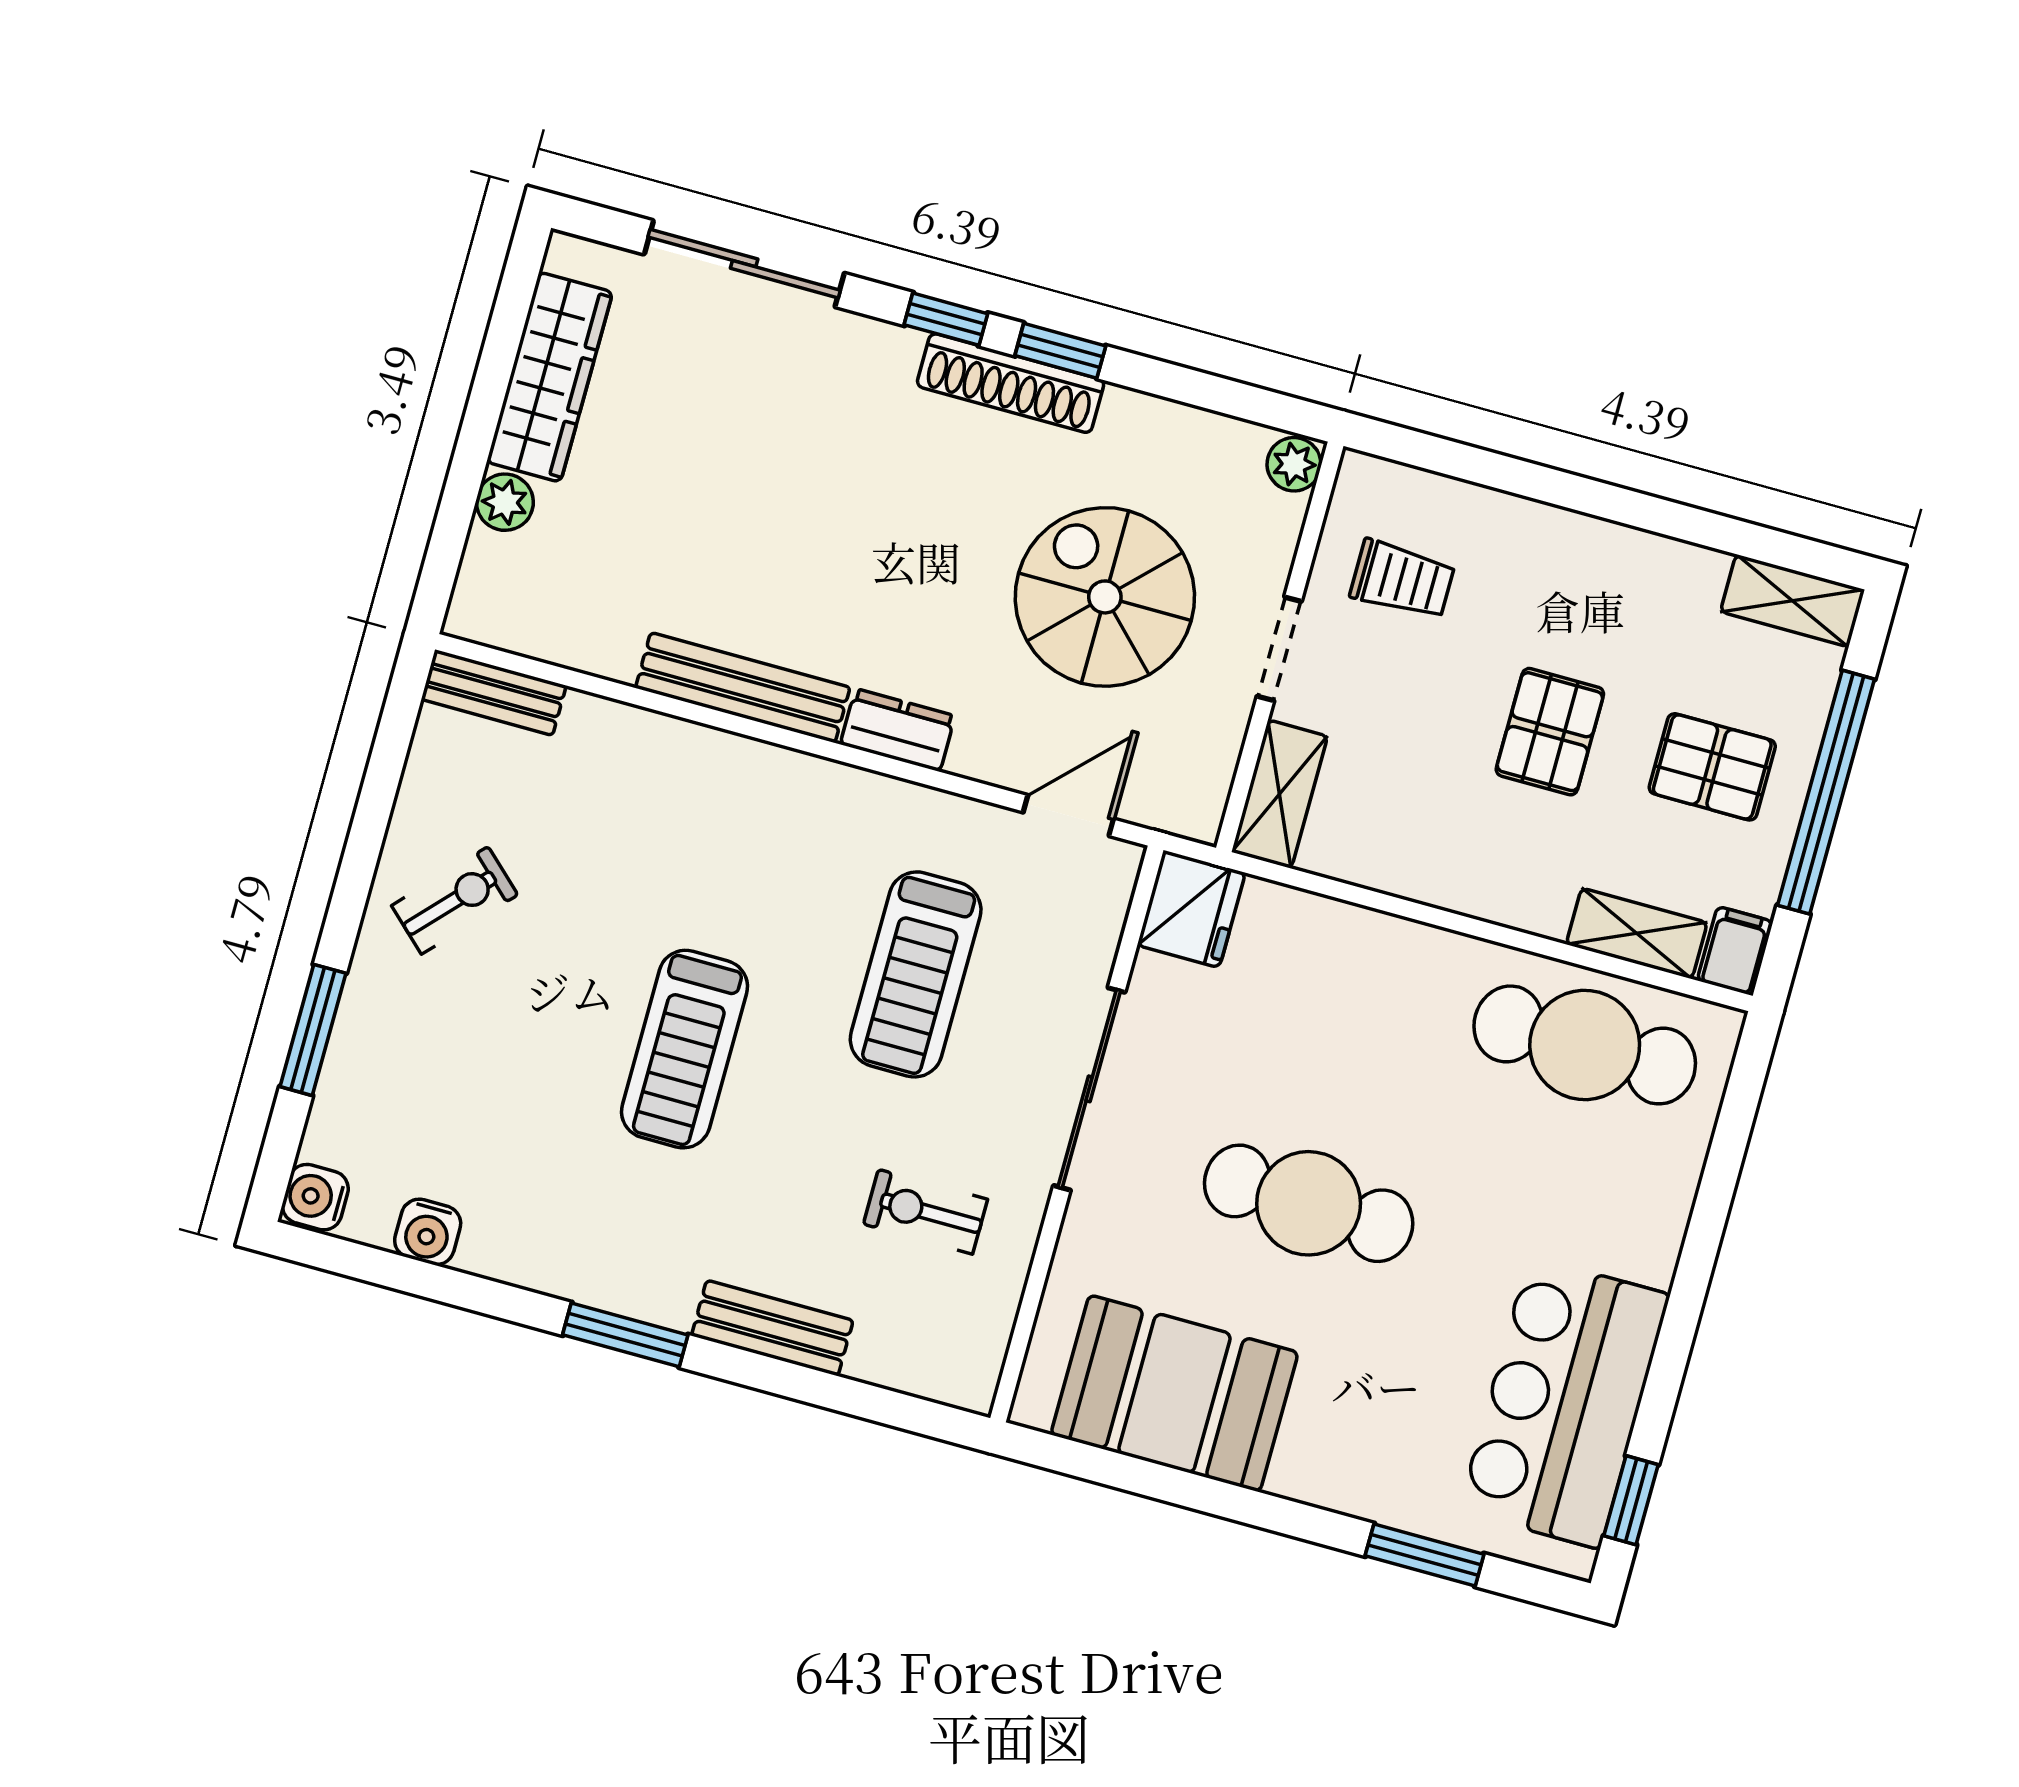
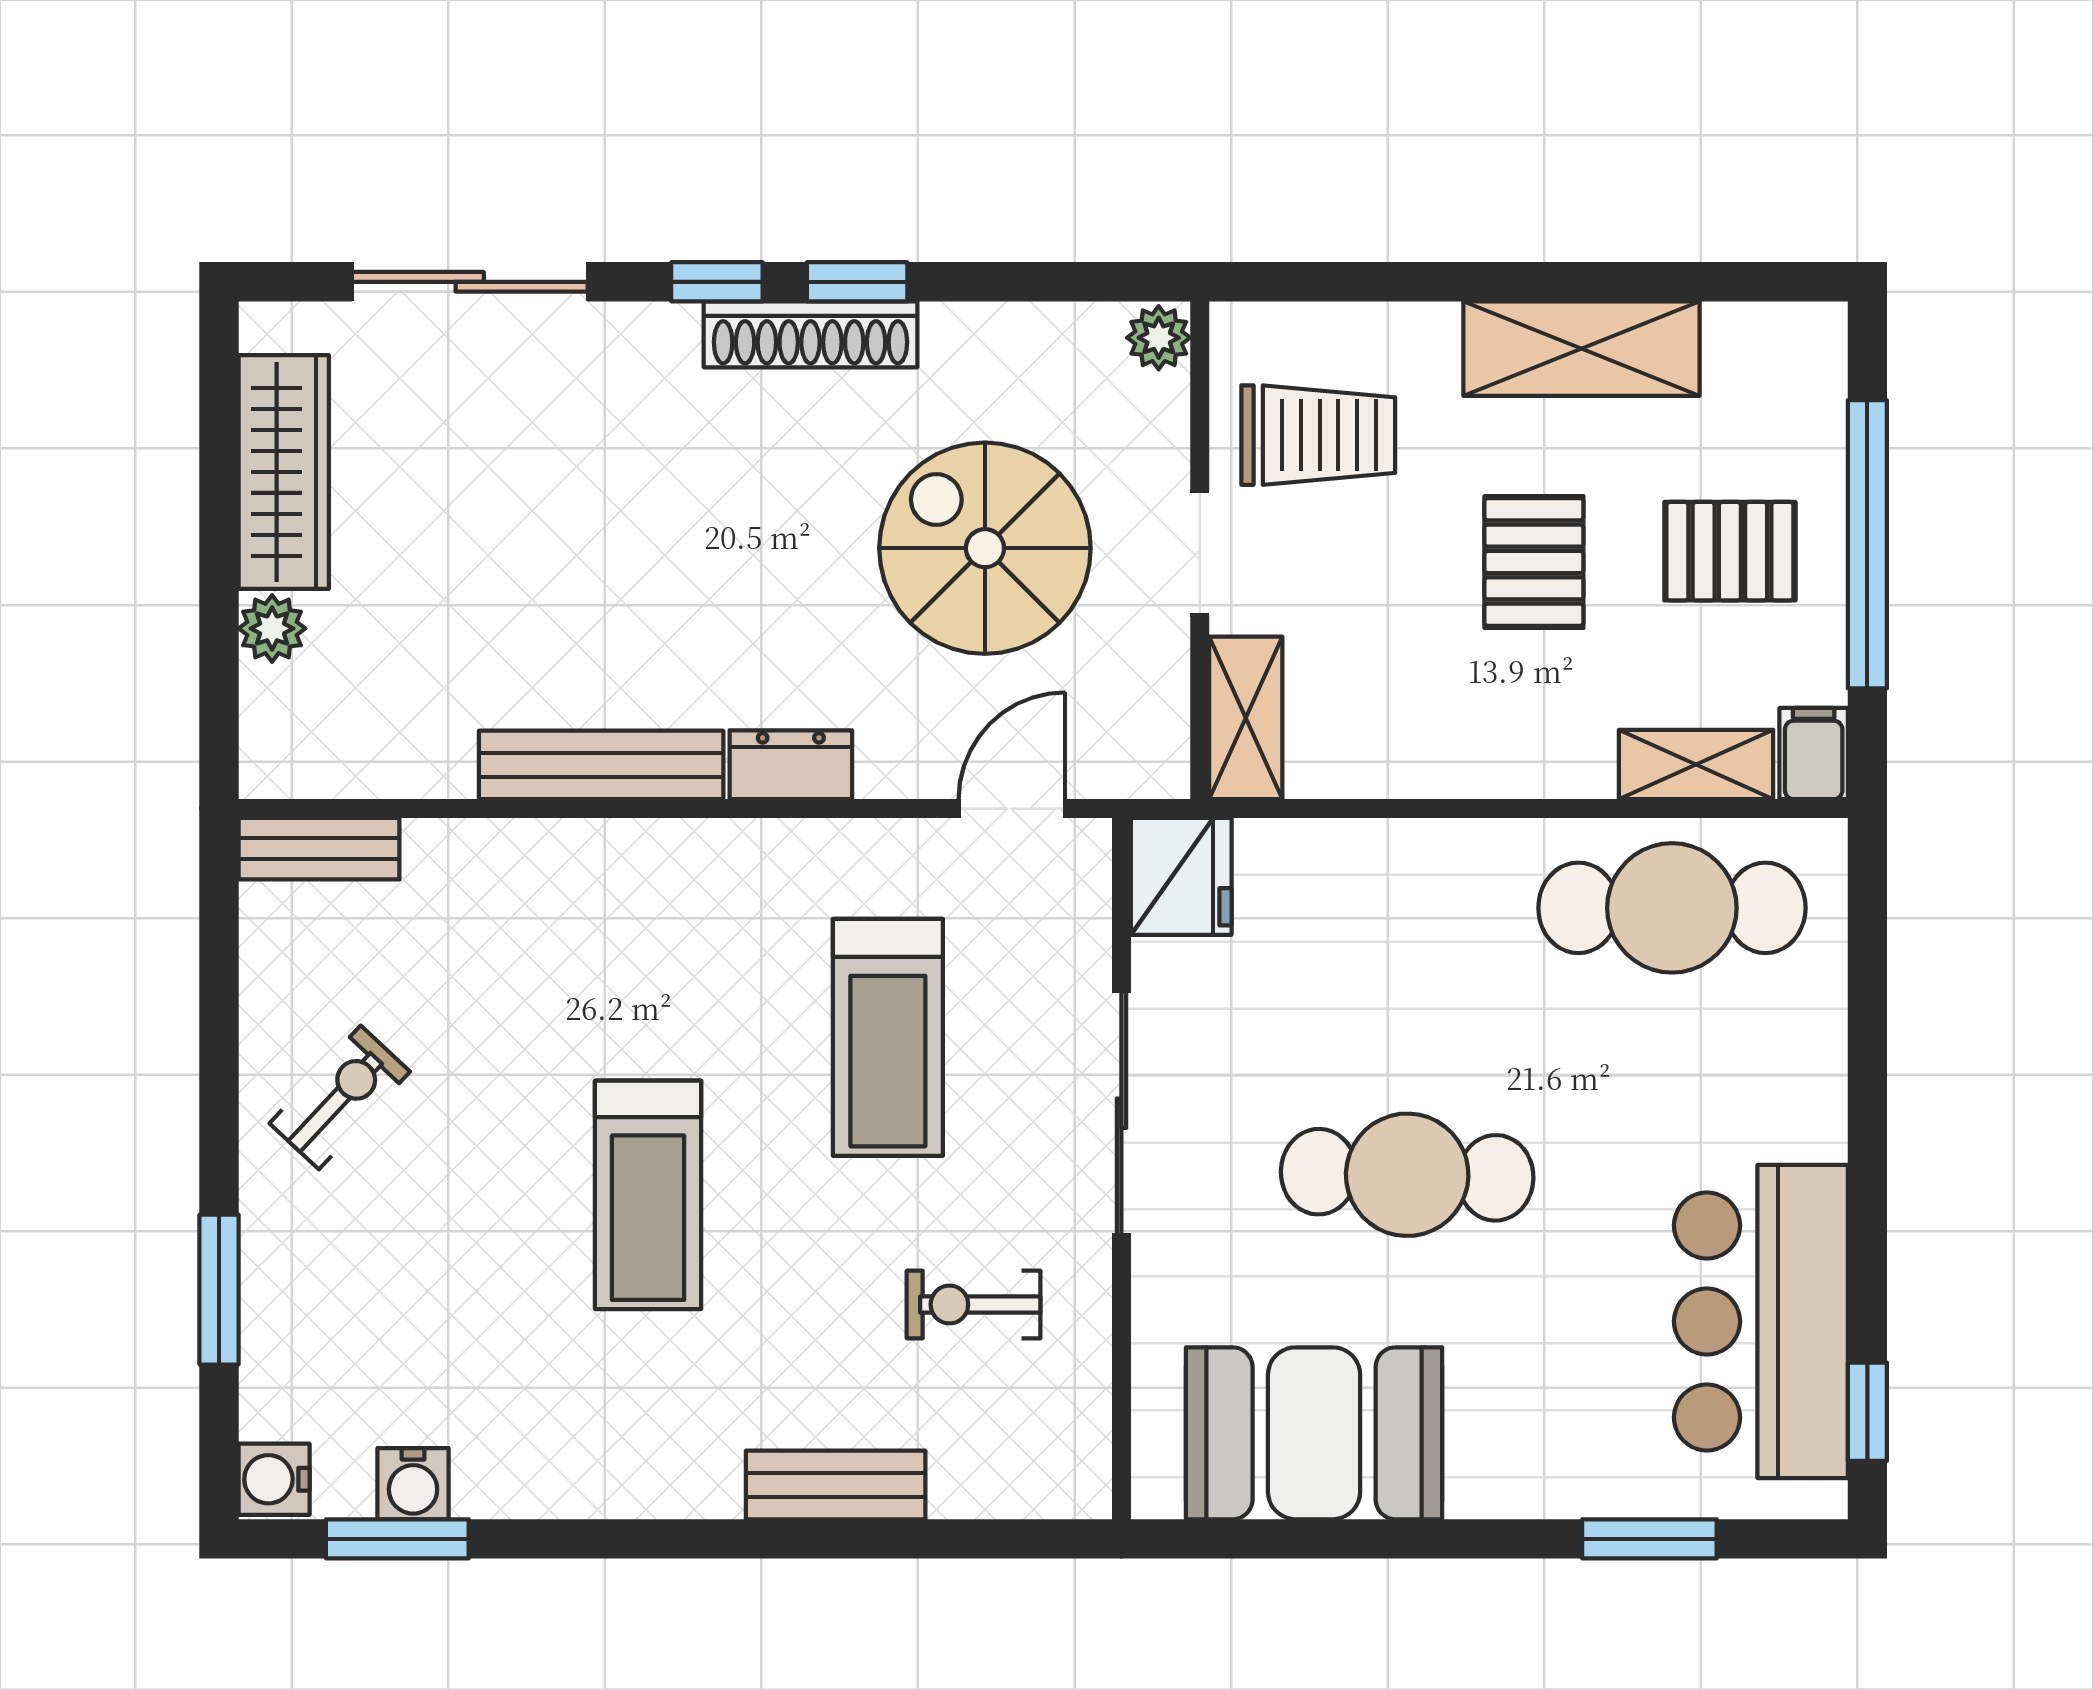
trolley: (1402, 580) -> (1318, 435), width x1.36, depth x1.39
shelving: (1792, 601) -> (1581, 349), moved, width x1.50, depth x1.33
window: (625, 1335) -> (397, 1539), moved

